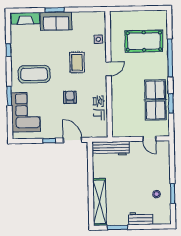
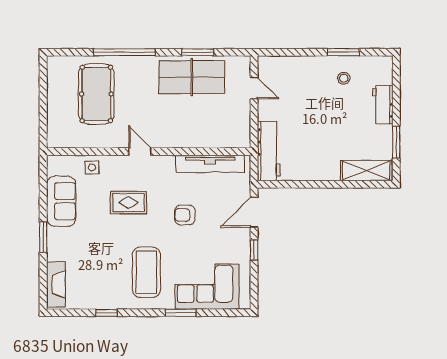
sofa: (56, 21) -> (61, 201), moved
tv unit: (102, 112) -> (210, 164), added
door: (149, 139) -> (254, 88), hinge flipped
shelving: (100, 202) -> (366, 170), width x0.68

